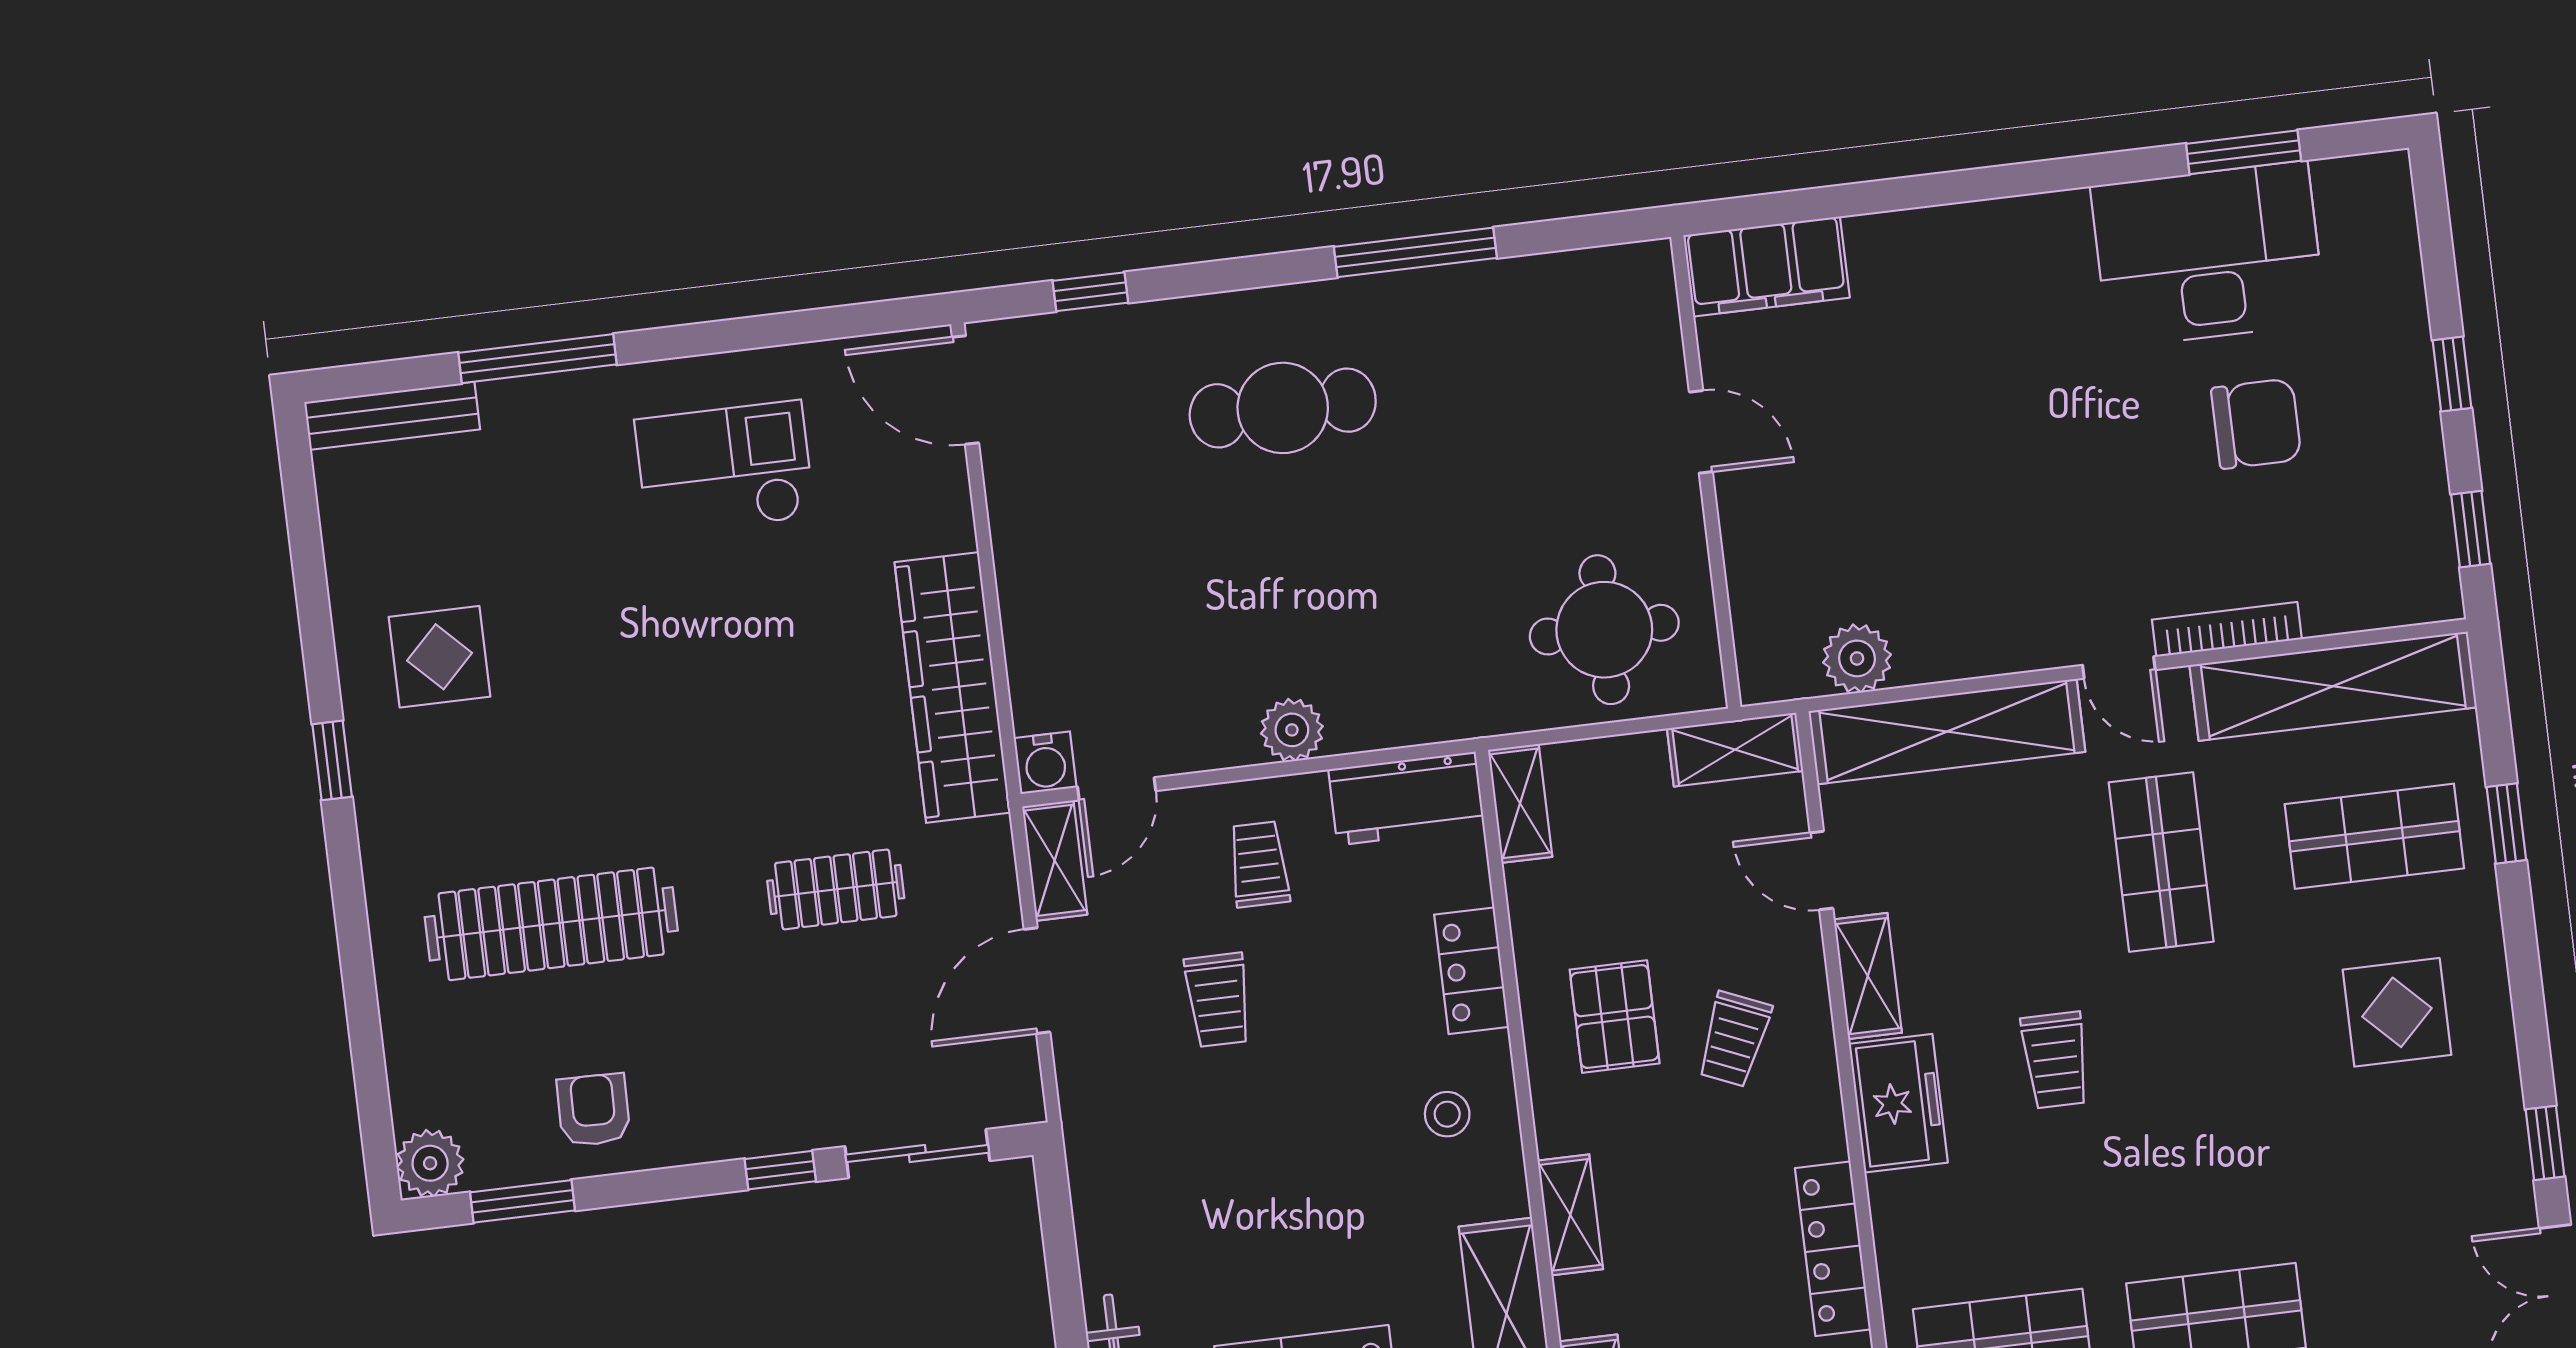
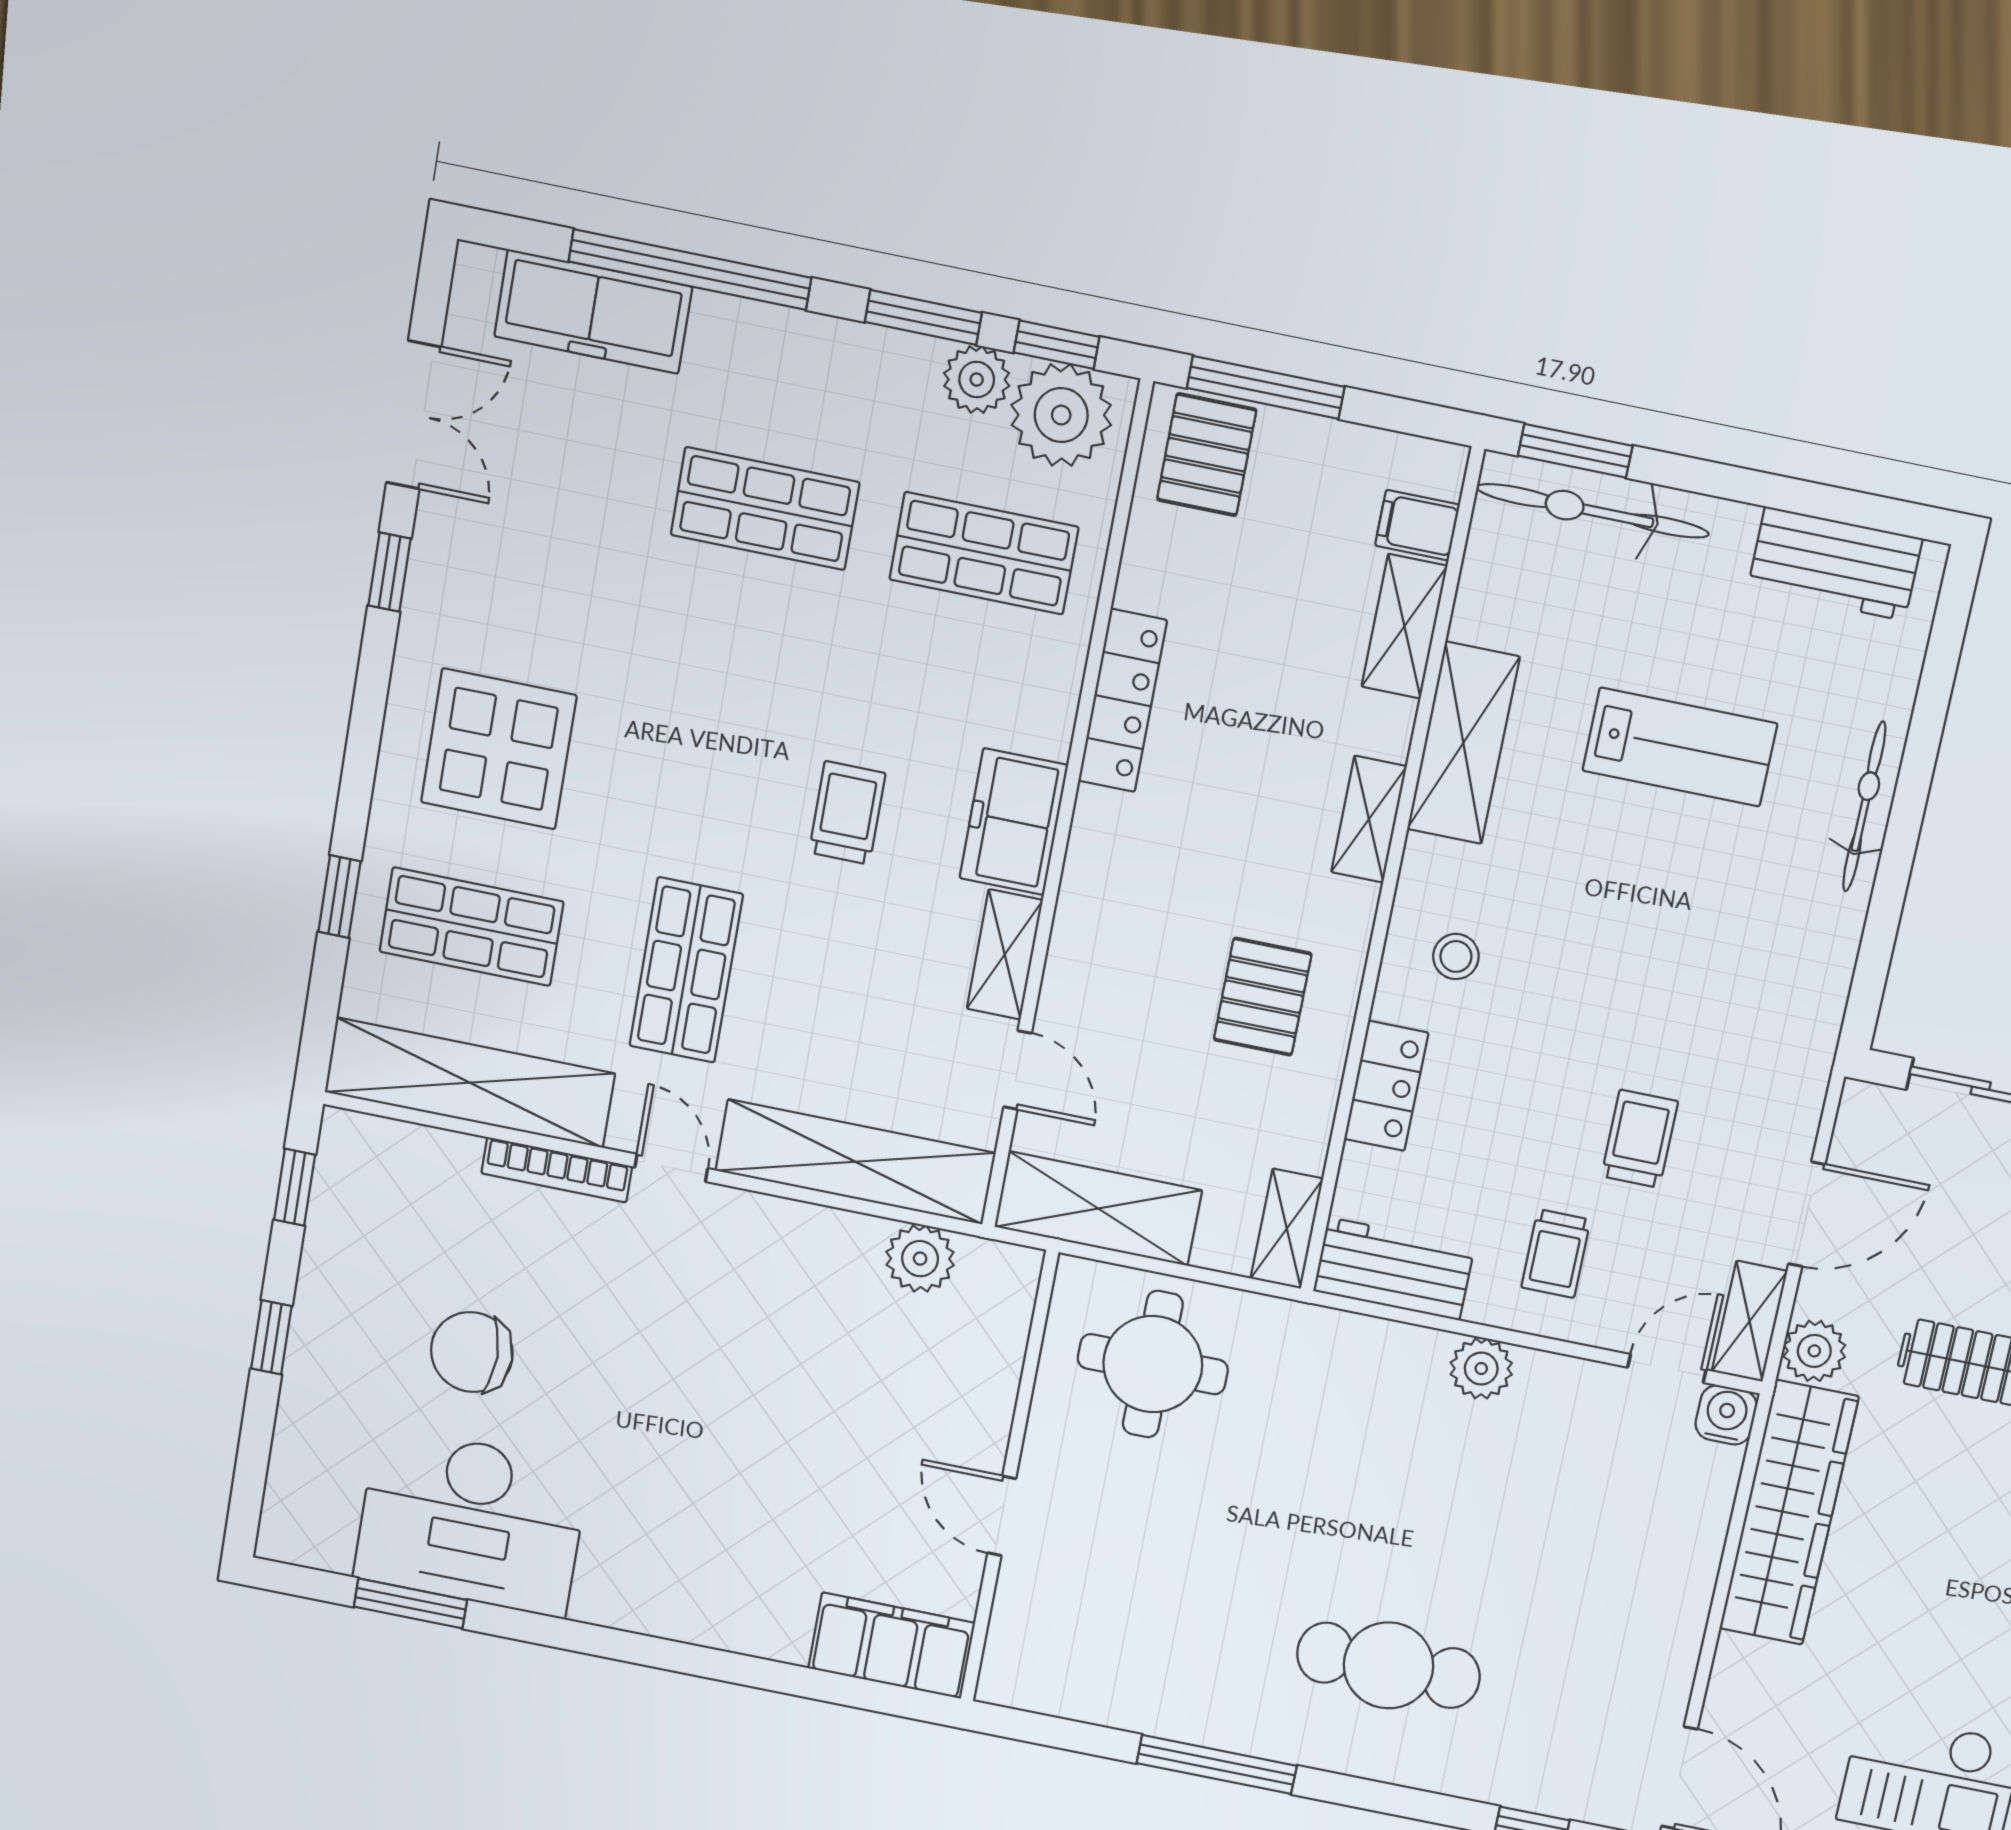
shelving: (1735, 750) -> (1098, 1209), width x1.50, depth x1.33
plant: (984, 852) -> (1814, 1351), added
display table: (2397, 1012) -> (499, 749), width x1.36, depth x1.36
trolley: (1734, 1039) -> (1154, 937), removed

